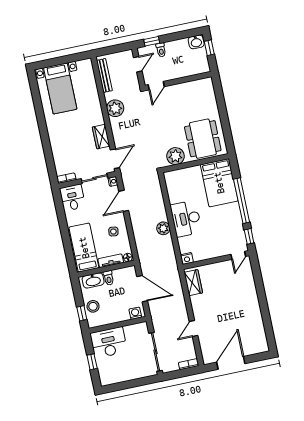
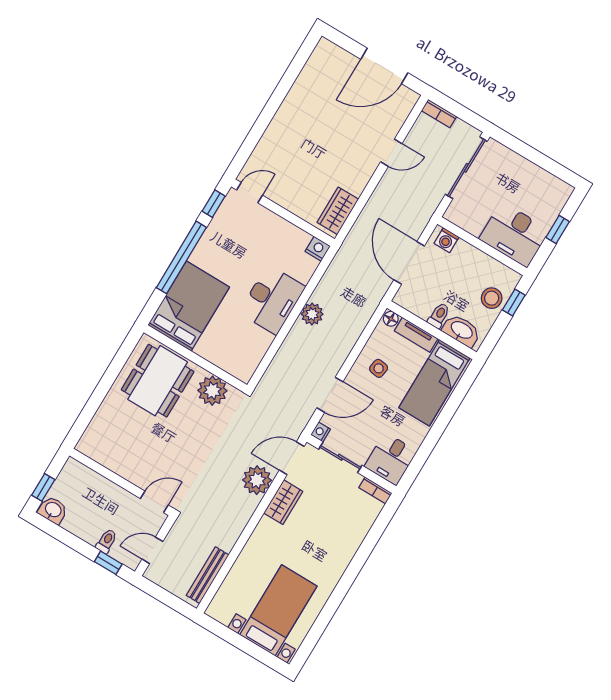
plant: (115, 108) -> (257, 480), moved

